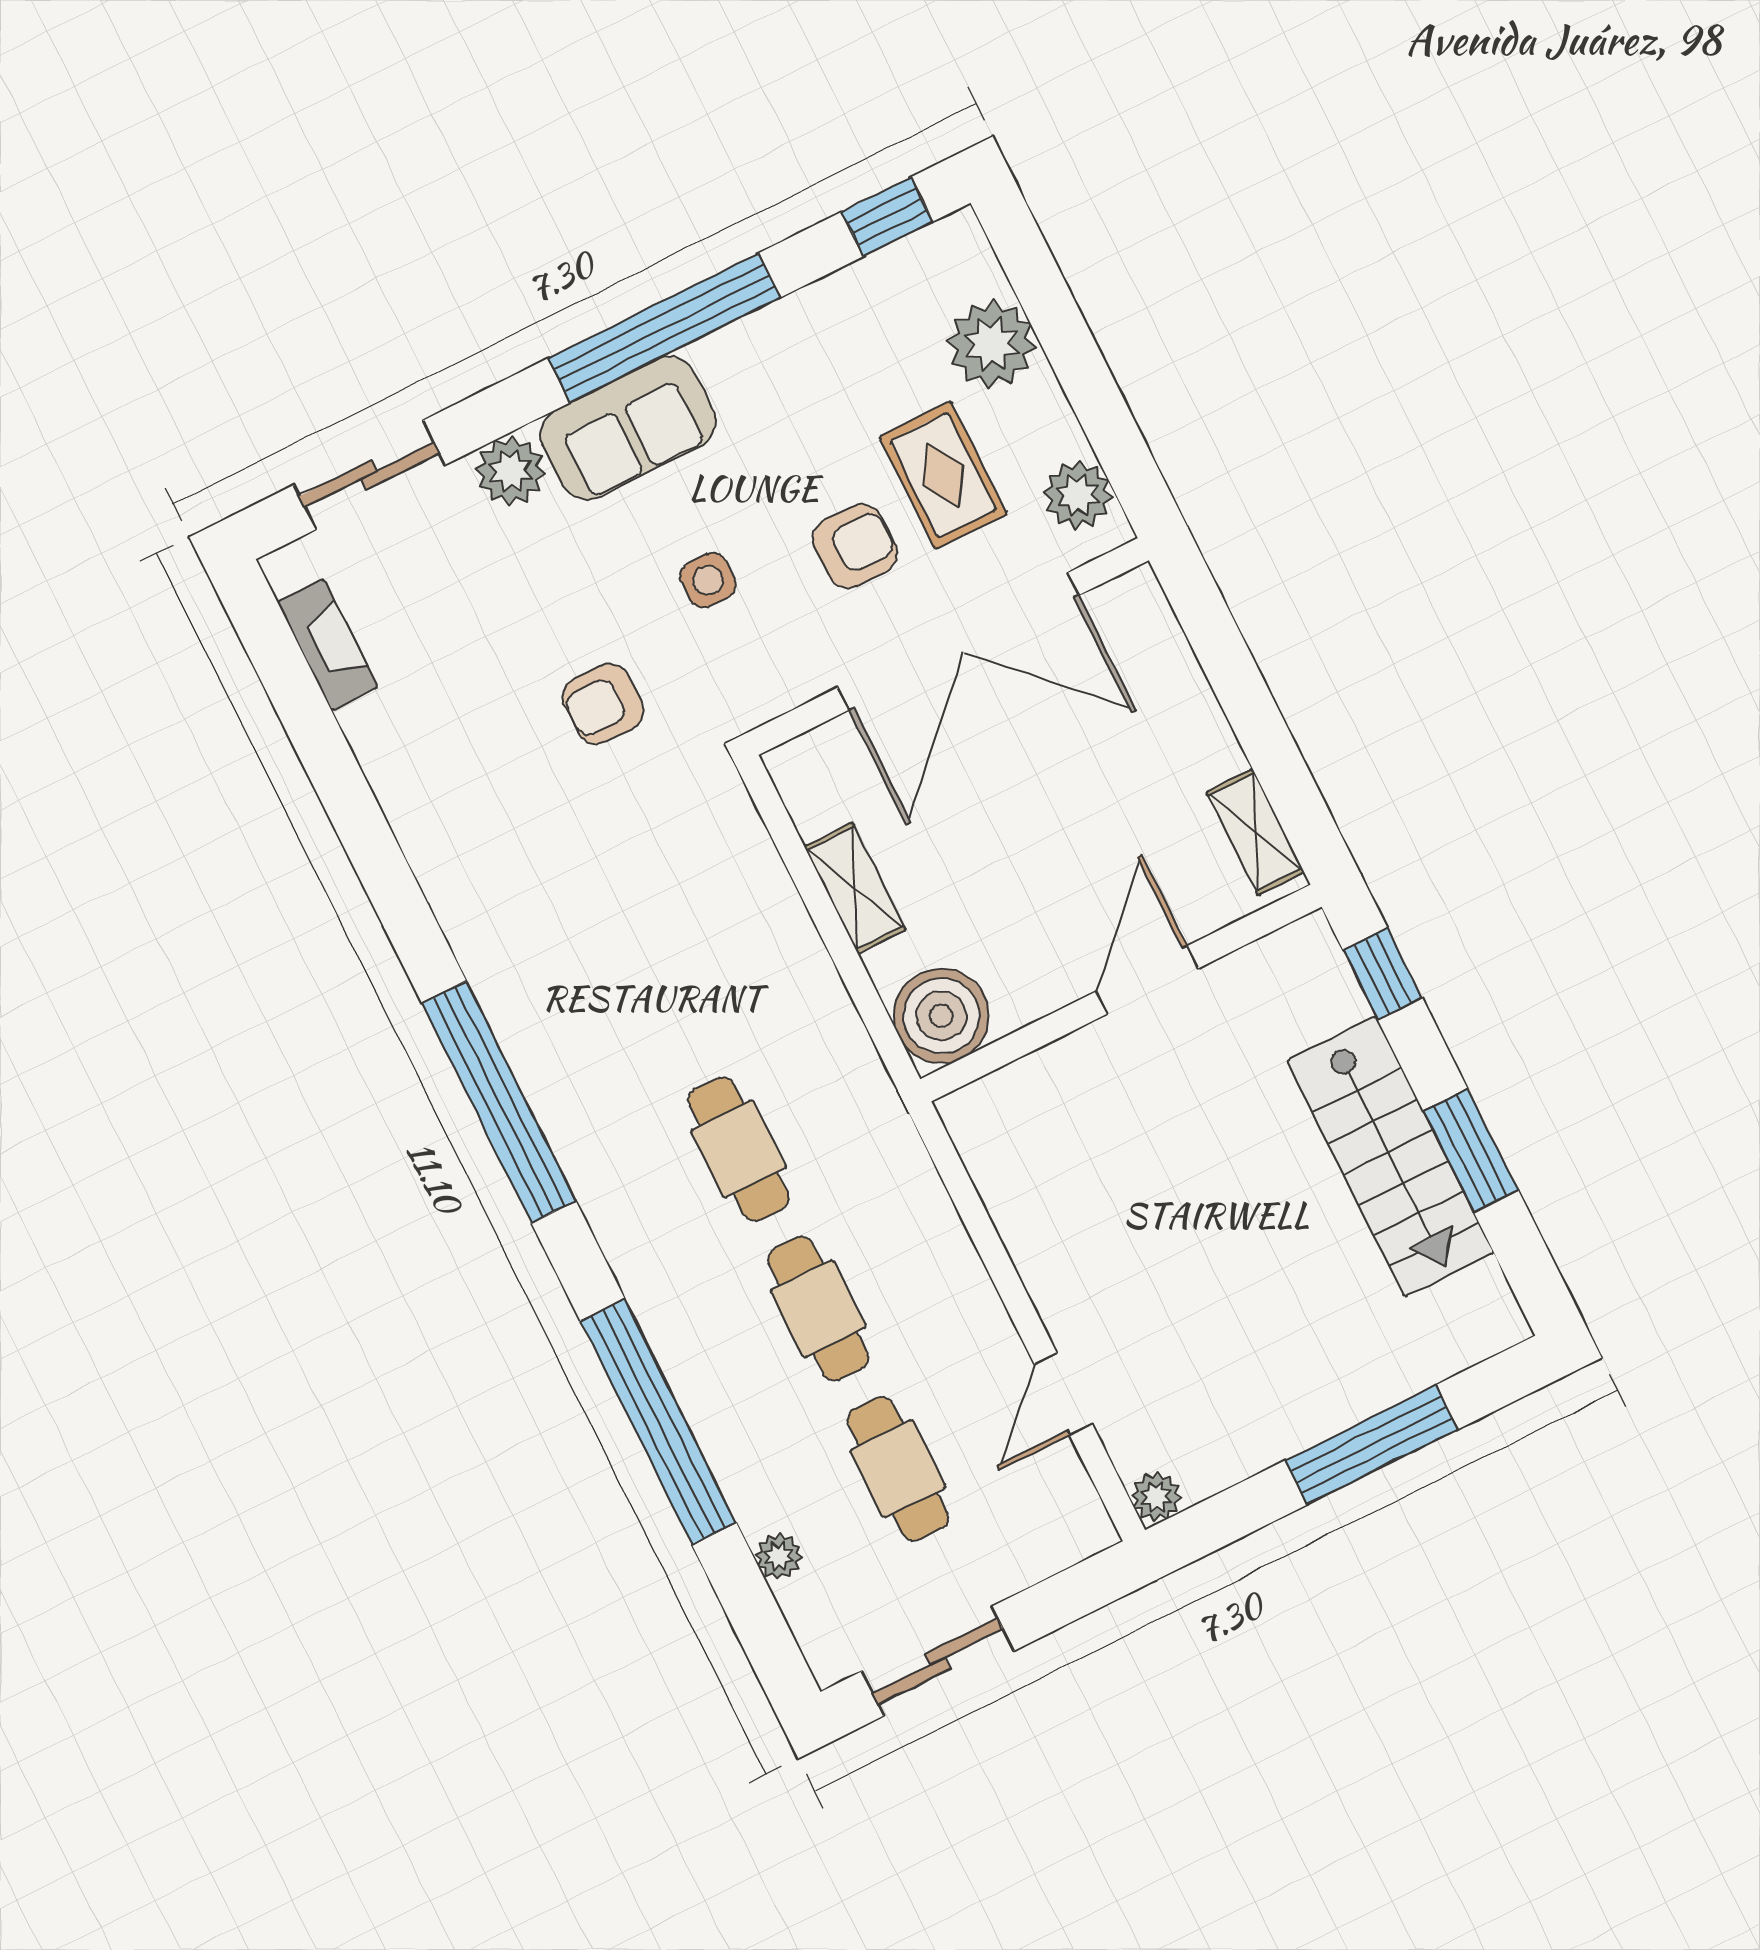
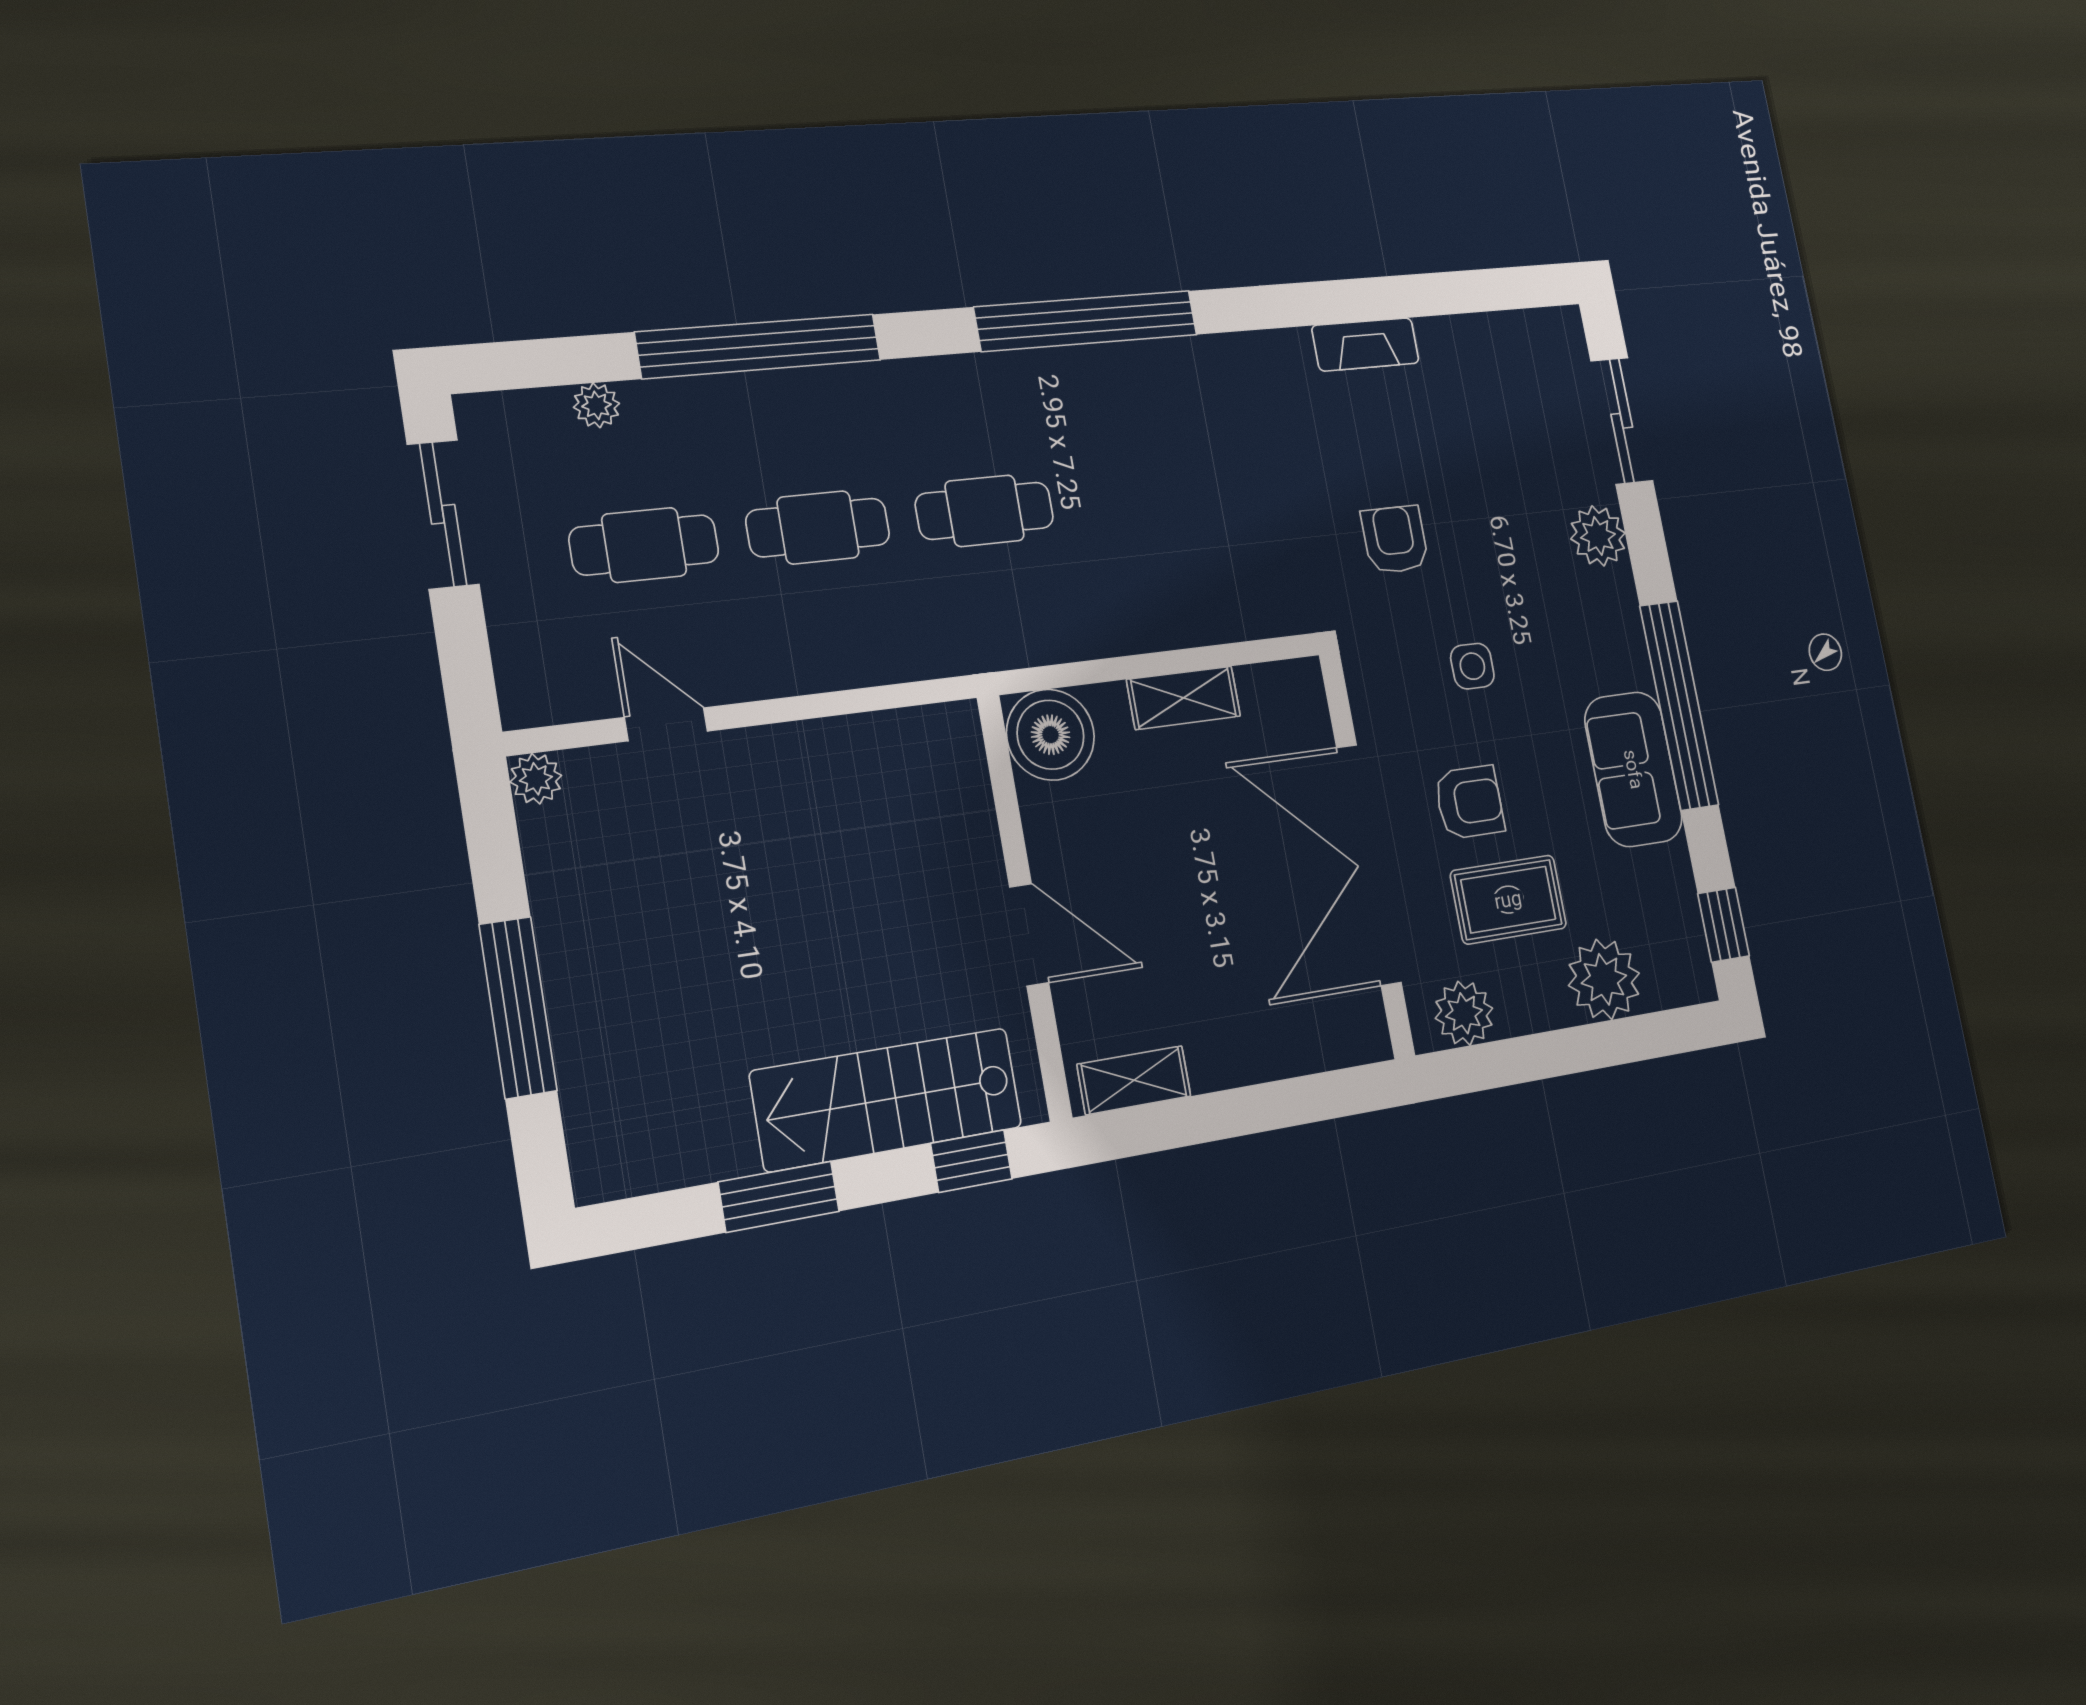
sofa: (628, 428) -> (1633, 769), moved
armchair: (855, 546) -> (1469, 802), turned -90
fireplace: (327, 645) -> (1365, 344), moved
stairs: (1390, 1157) -> (887, 1099), moved

